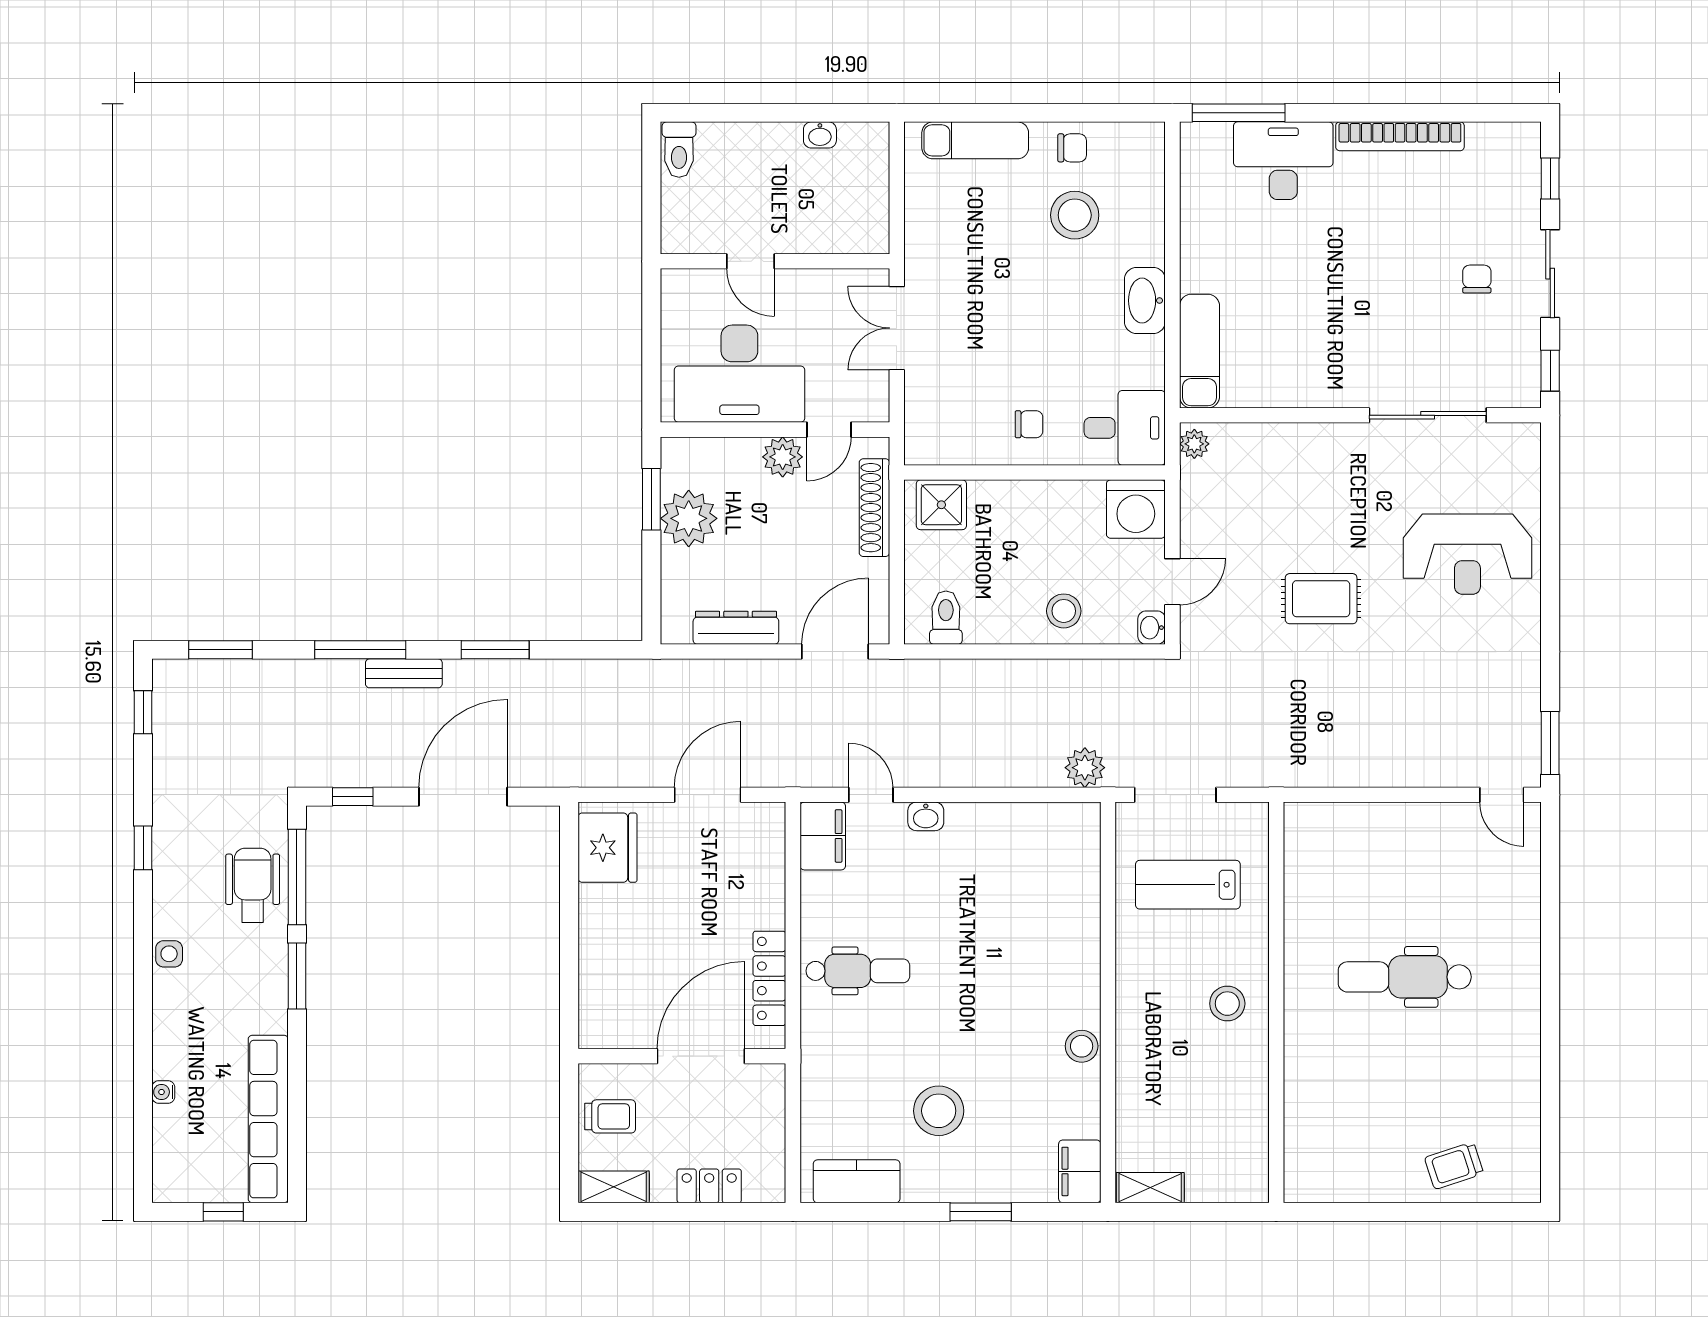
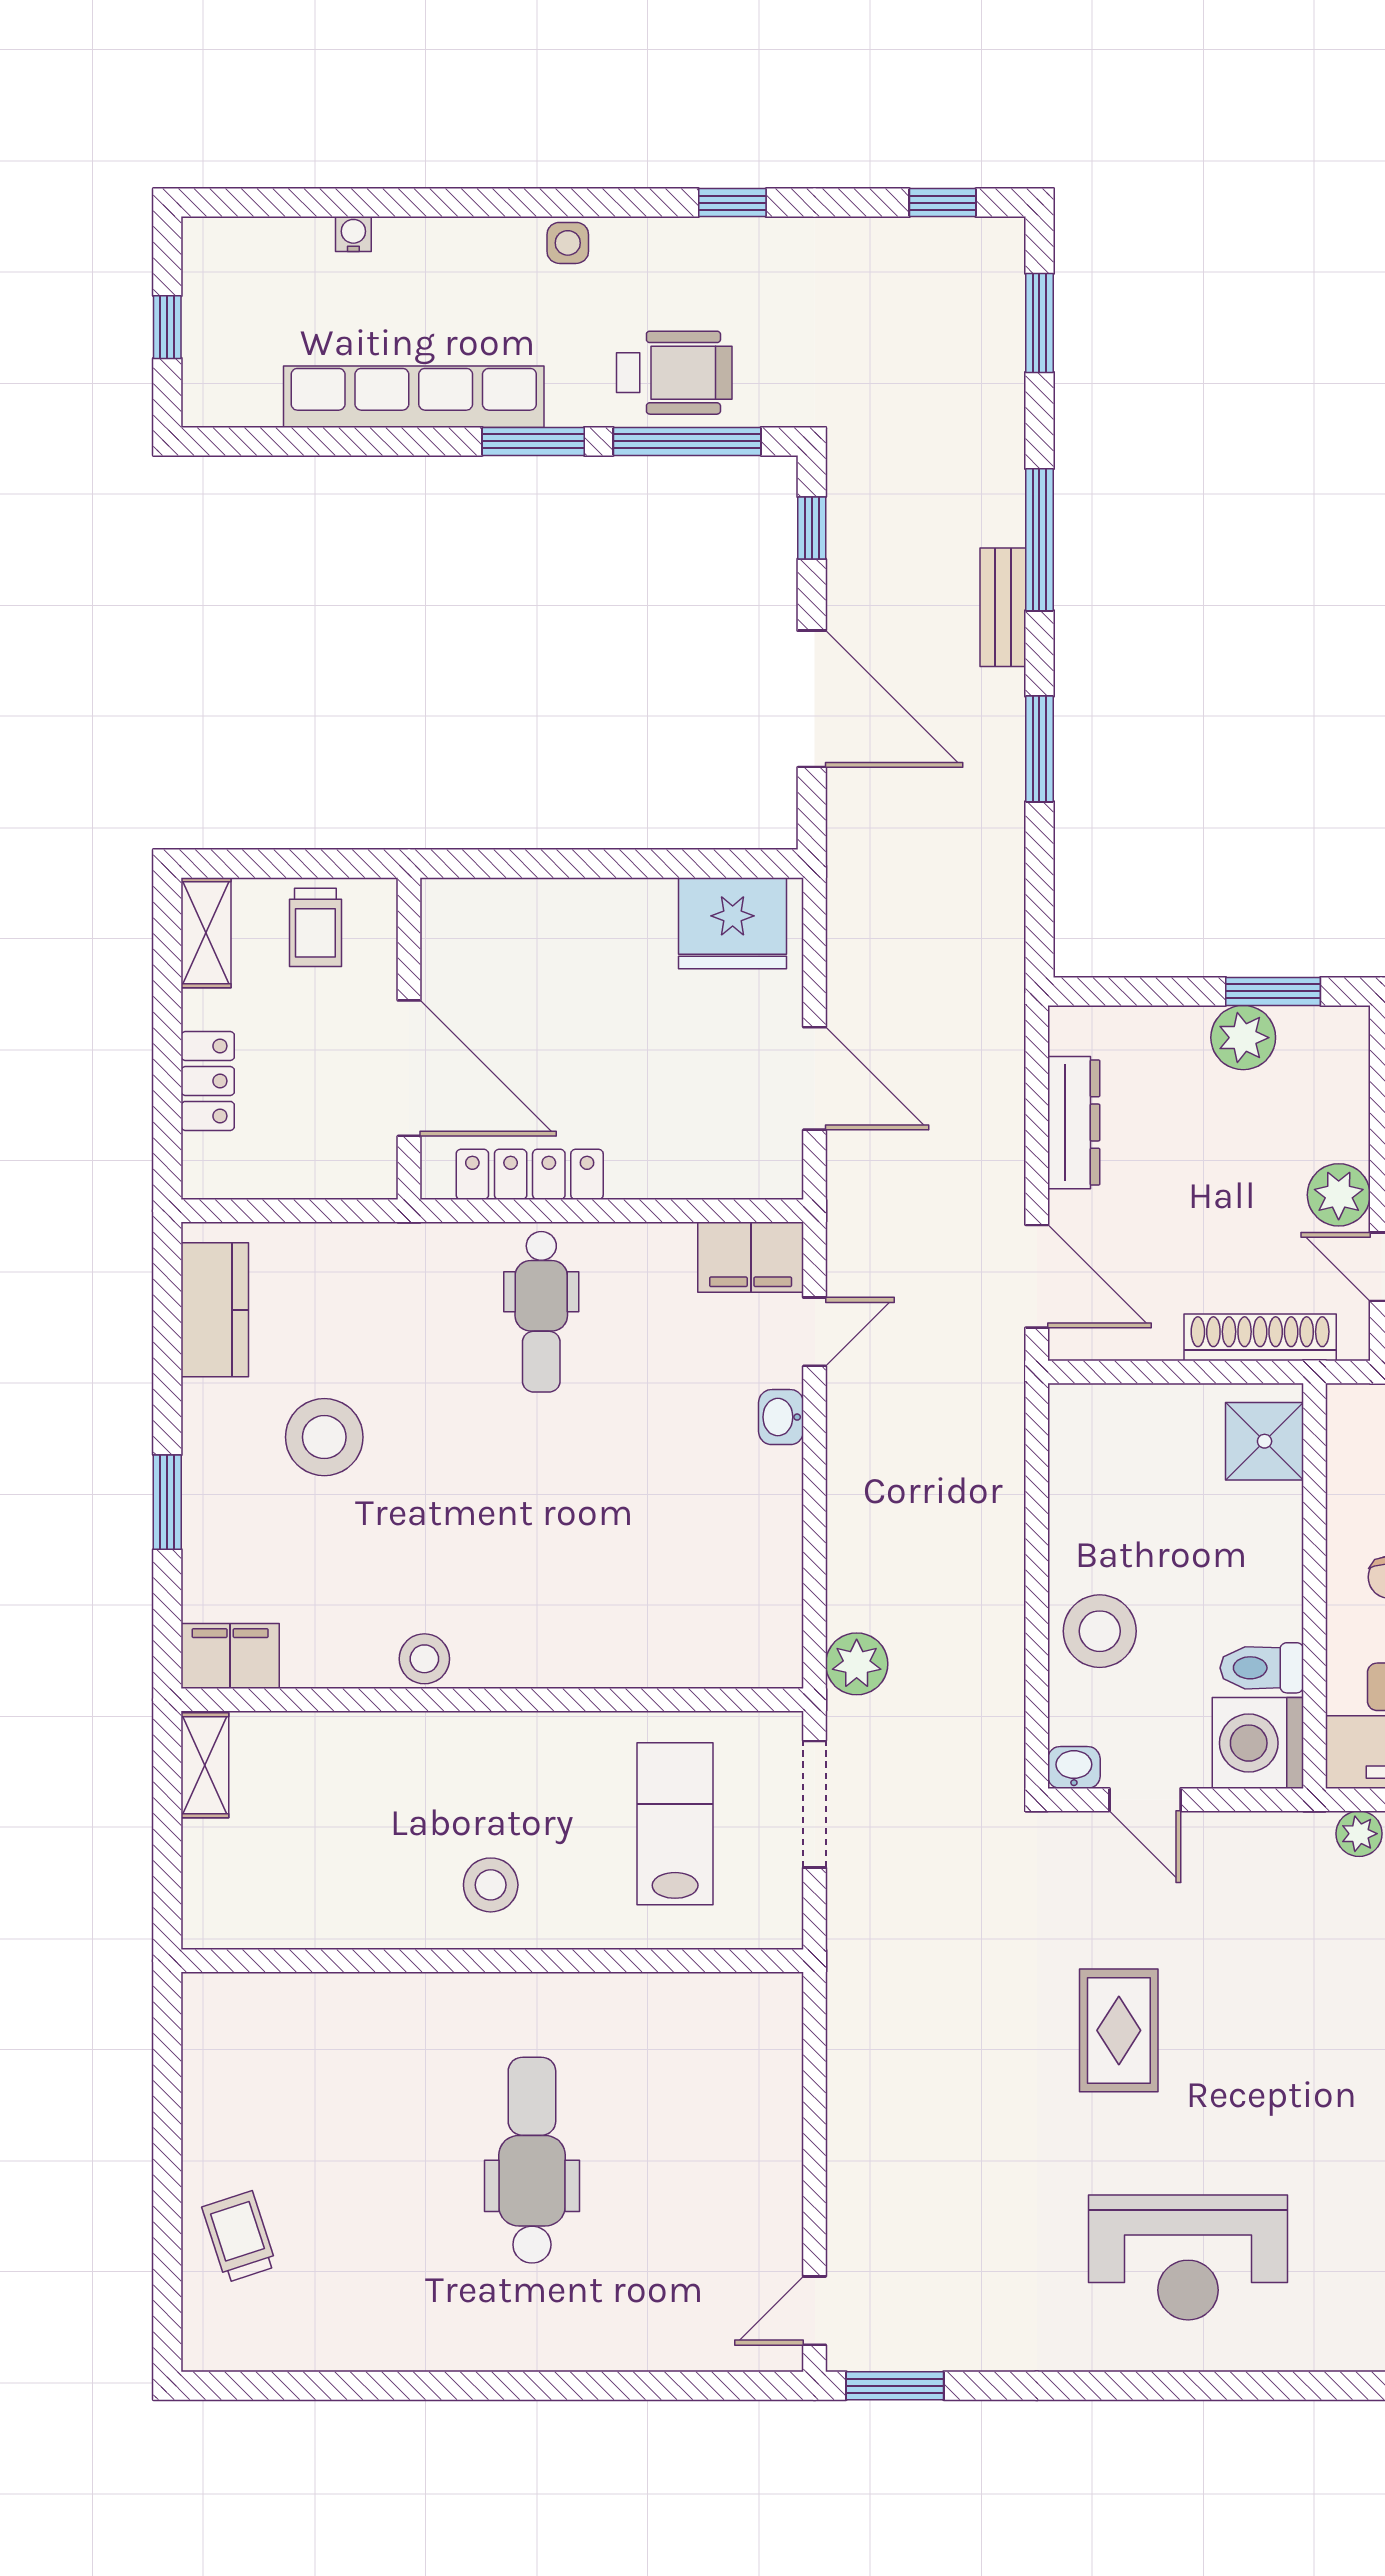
plant: (689, 518) -> (1243, 1038), width x0.73, depth x0.73
reception desk: (1467, 554) -> (1188, 2258), turned -90
stool: (1064, 611) -> (1100, 1631), width x1.38, depth x1.38
toilet: (946, 618) -> (1262, 1668), moved, turned 180
row of seats: (268, 1119) -> (414, 397), moved

